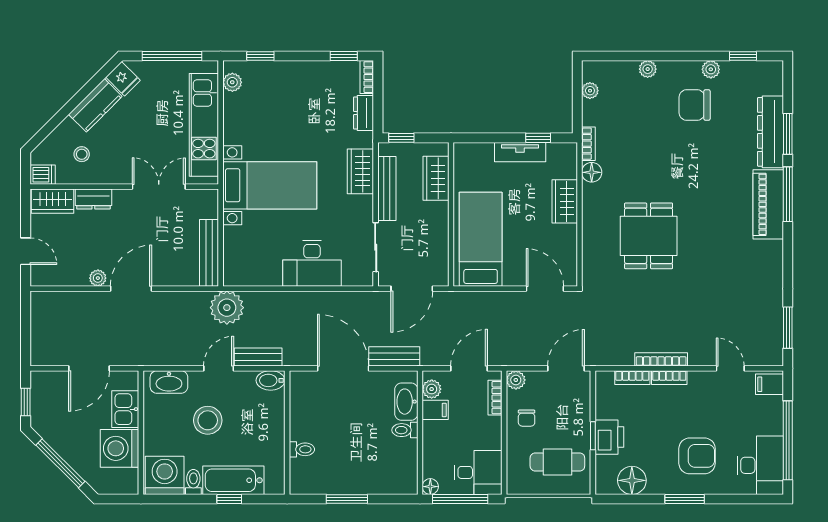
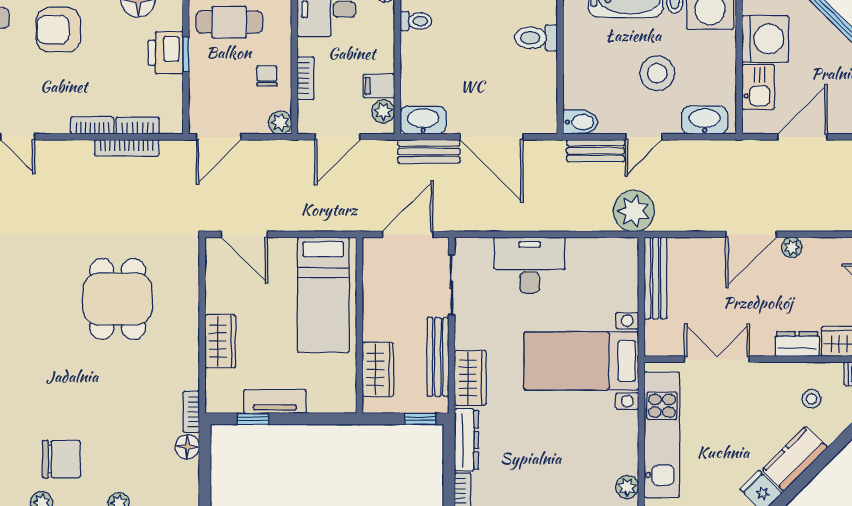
plant: (590, 91) -> (189, 477), removed
dresser: (364, 113) -> (466, 440), width x1.44
floor lamp: (592, 172) -> (187, 447), moved
double door: (159, 187) -> (717, 359), swing flipped
bookcase: (661, 359) -> (127, 148), moved
bookcase: (495, 398) -> (306, 78), moved
washbasin: (406, 402) -> (423, 120), moved, turned -90
toilet: (405, 430) -> (416, 21), moved
toilet: (302, 449) -> (536, 38), width x1.37, depth x1.39

